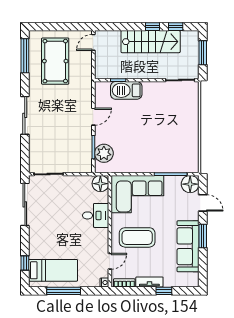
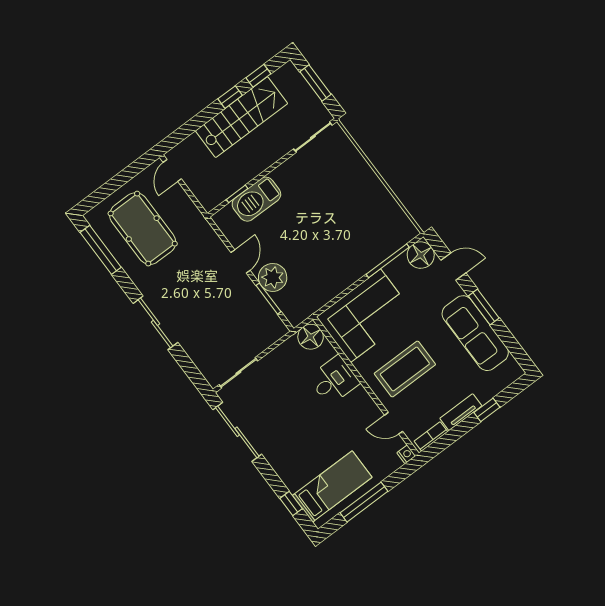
plant: (104, 153) -> (273, 277), moved
door: (110, 261) -> (394, 423), swing flipped

